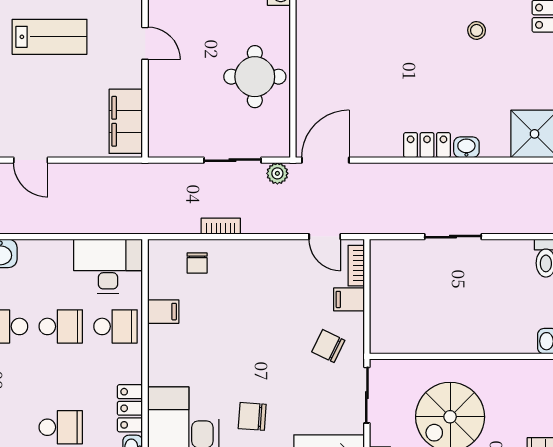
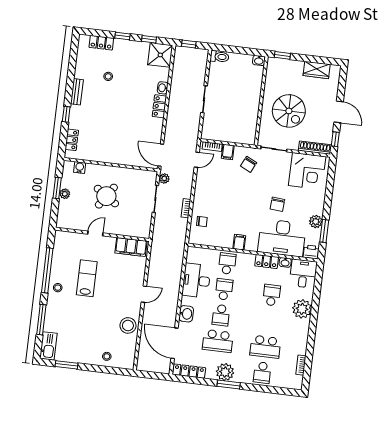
round table: (255, 77) -> (106, 196), moved, turned 34
desk: (108, 266) -> (196, 281), moved
filing cabinet: (163, 312) -> (239, 242), moved

